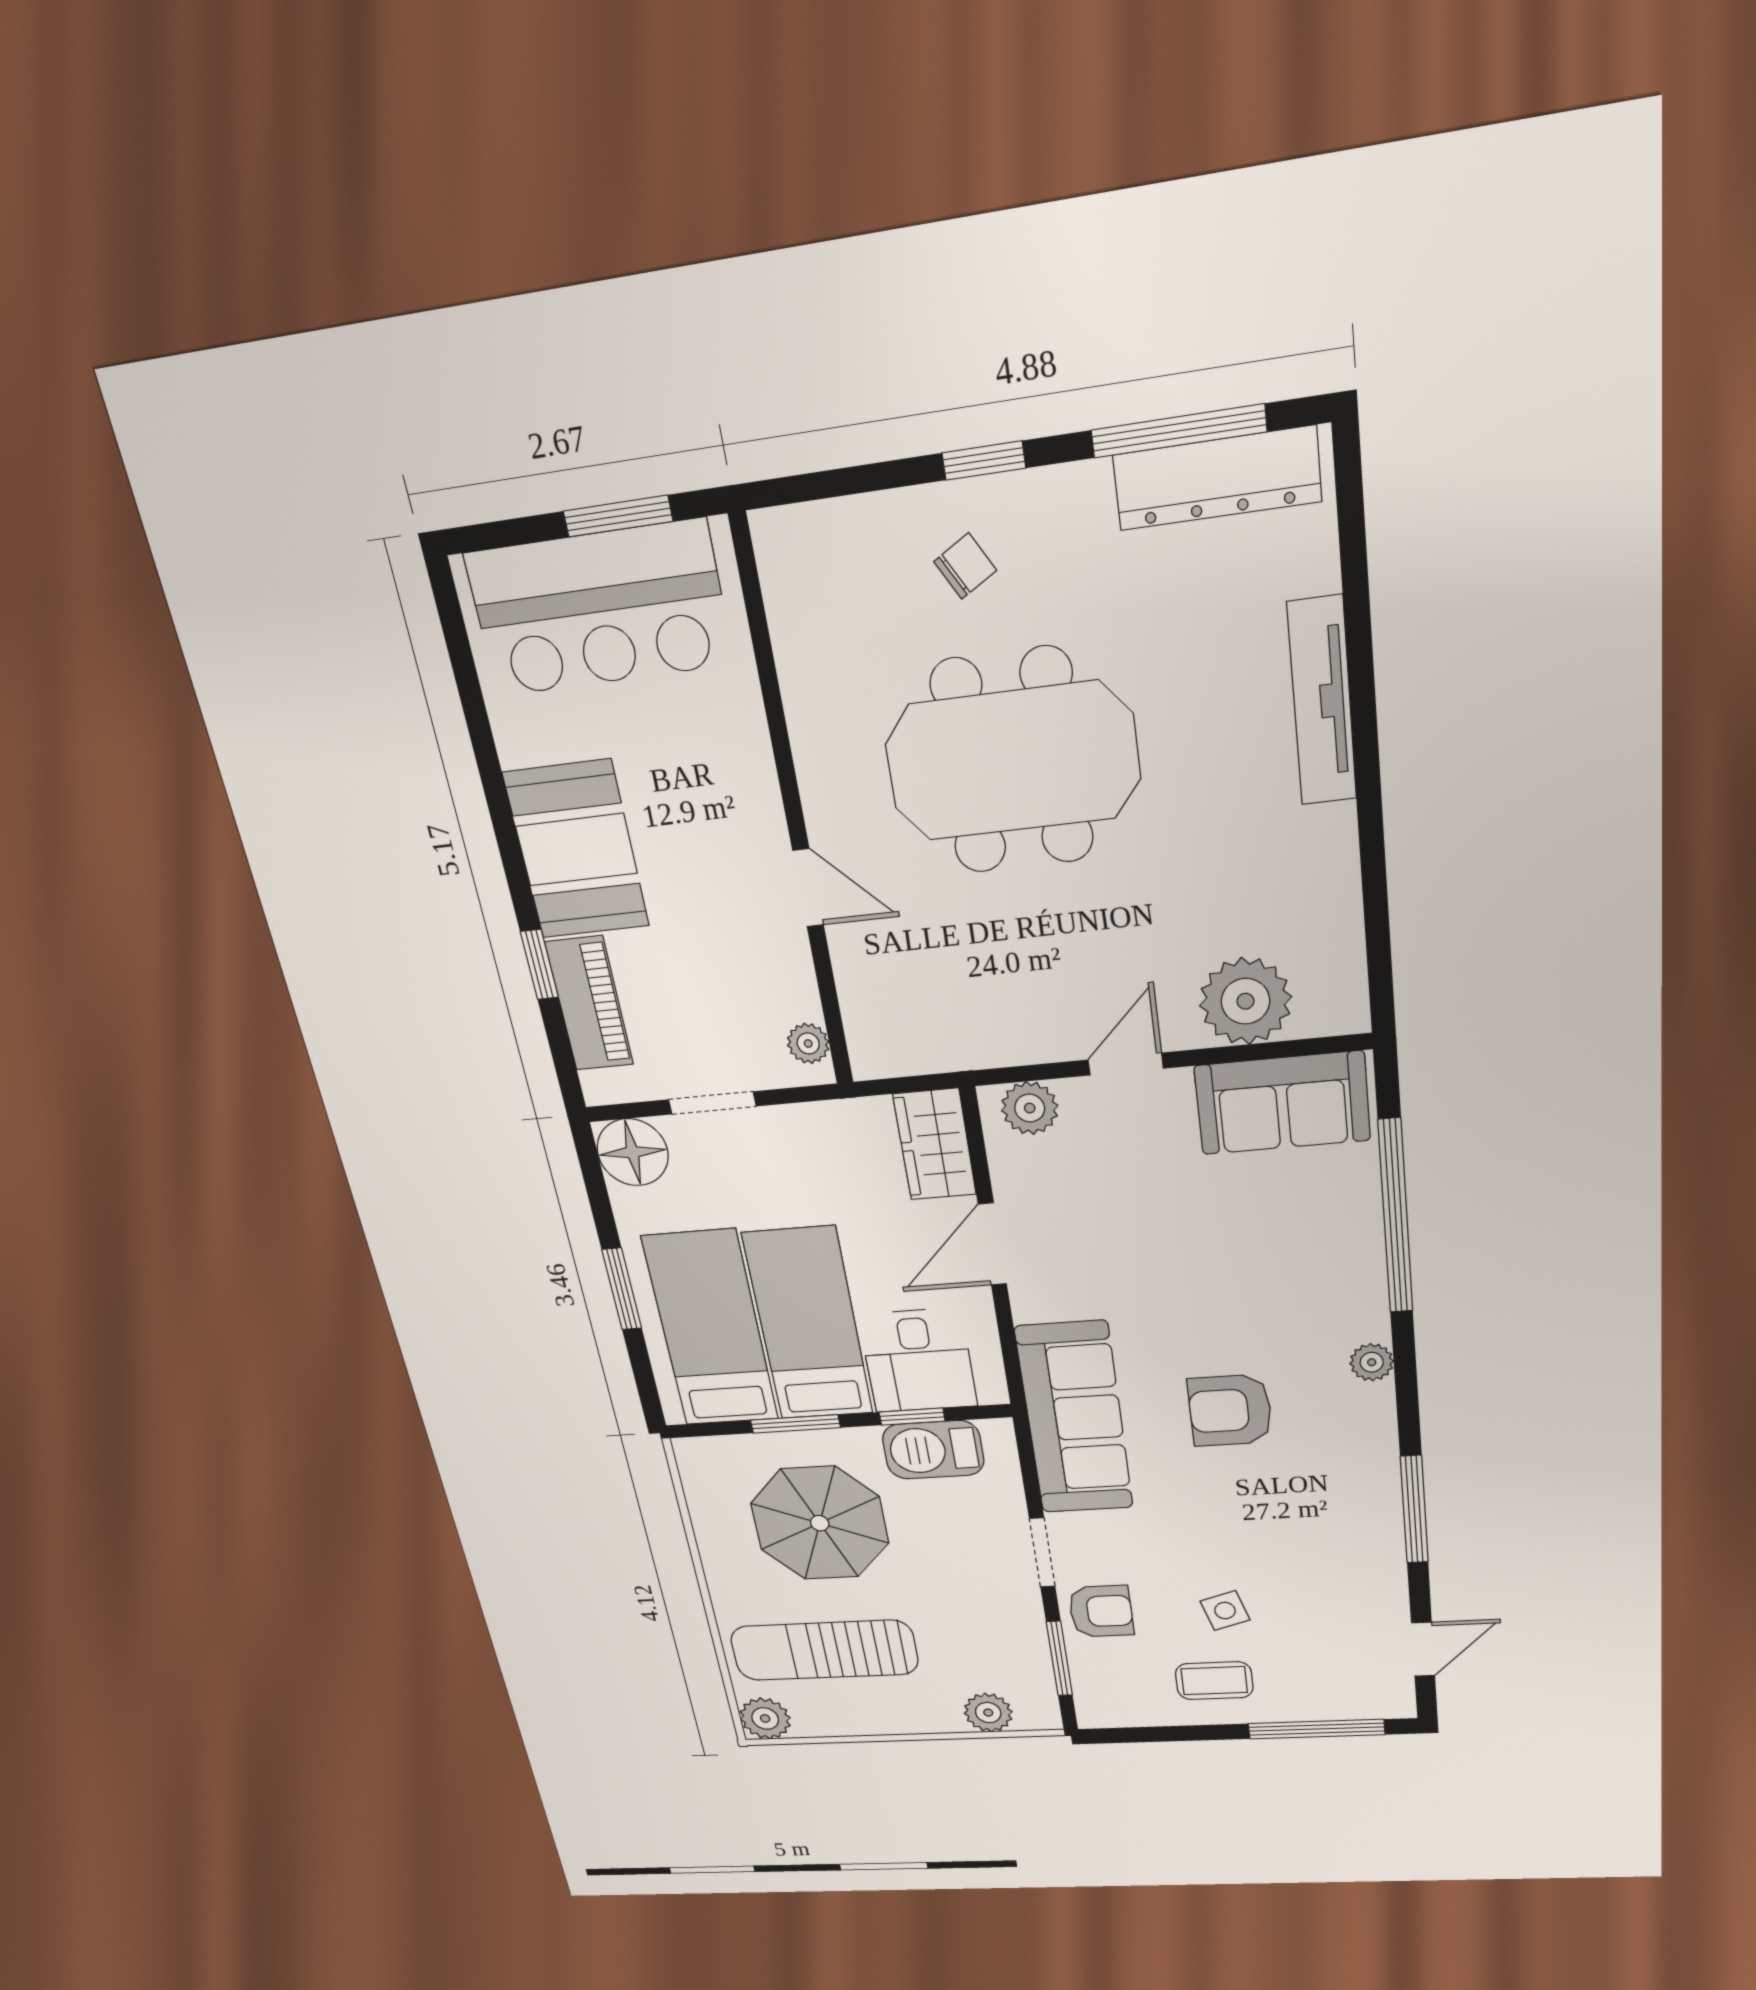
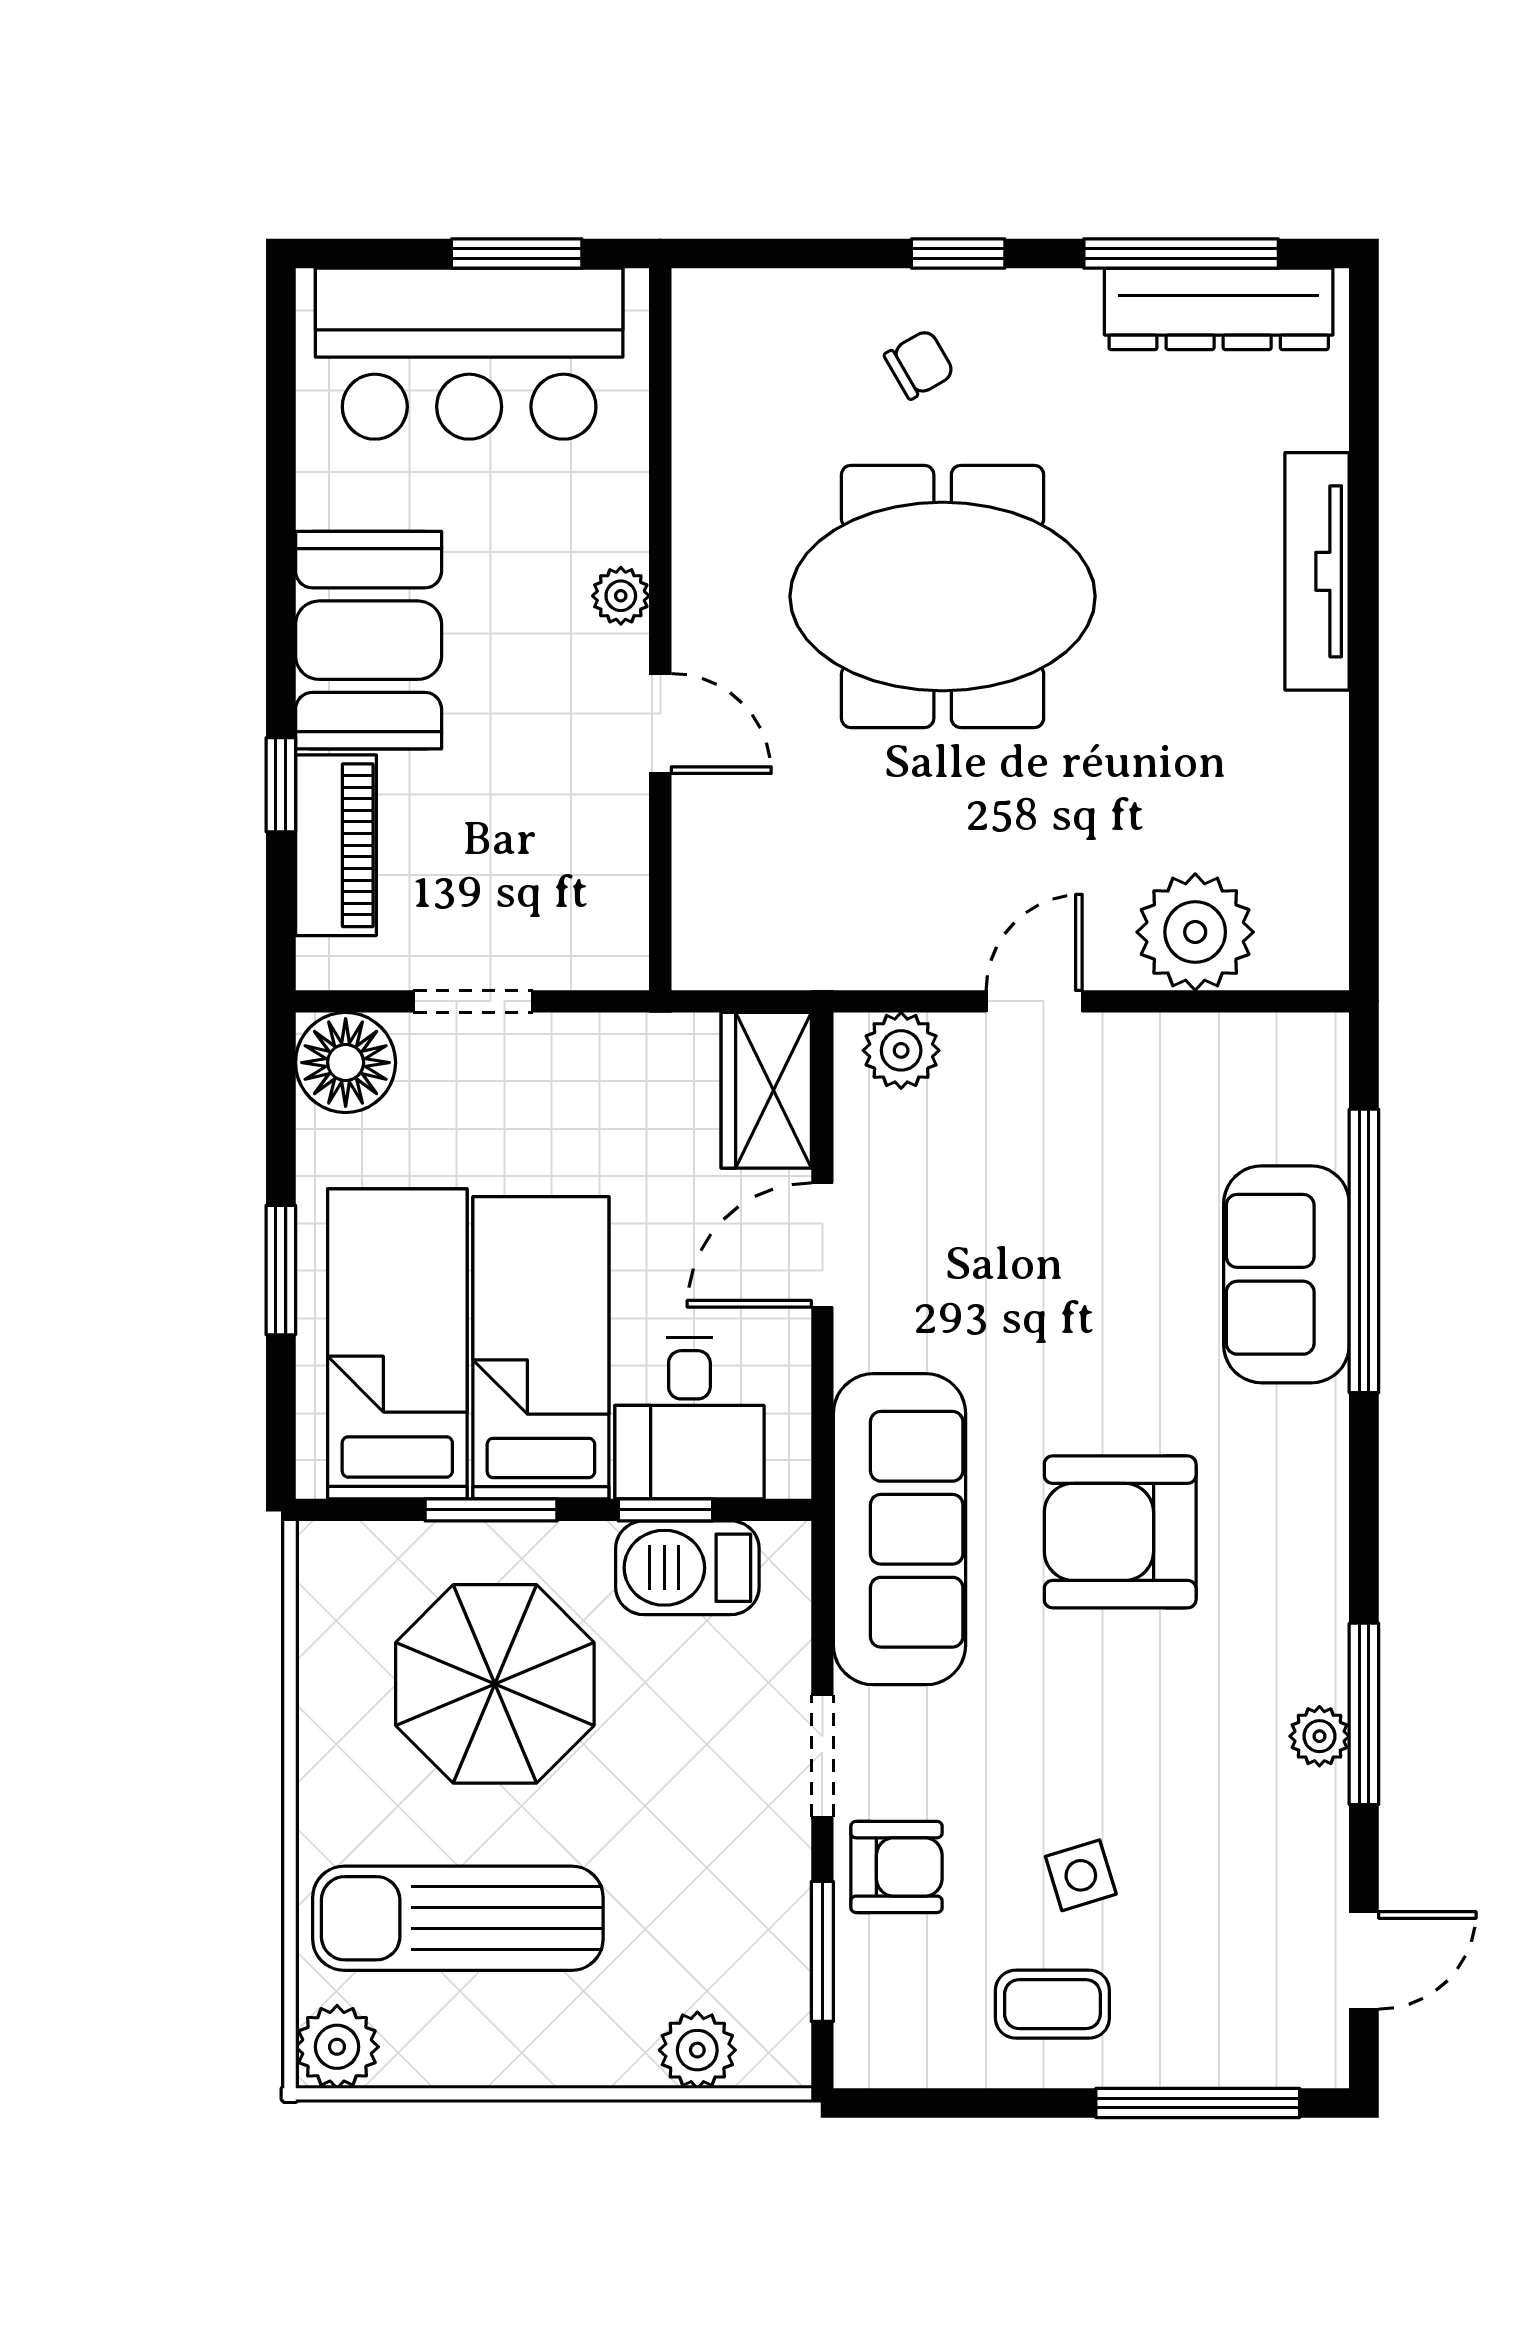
plant: (808, 1043) -> (621, 596), moved
sofa: (1282, 1103) -> (1286, 1274), moved, turned 90
plant: (1372, 1362) -> (1319, 1736), moved
armchair: (1230, 1410) -> (1120, 1532), width x1.36, depth x1.36

